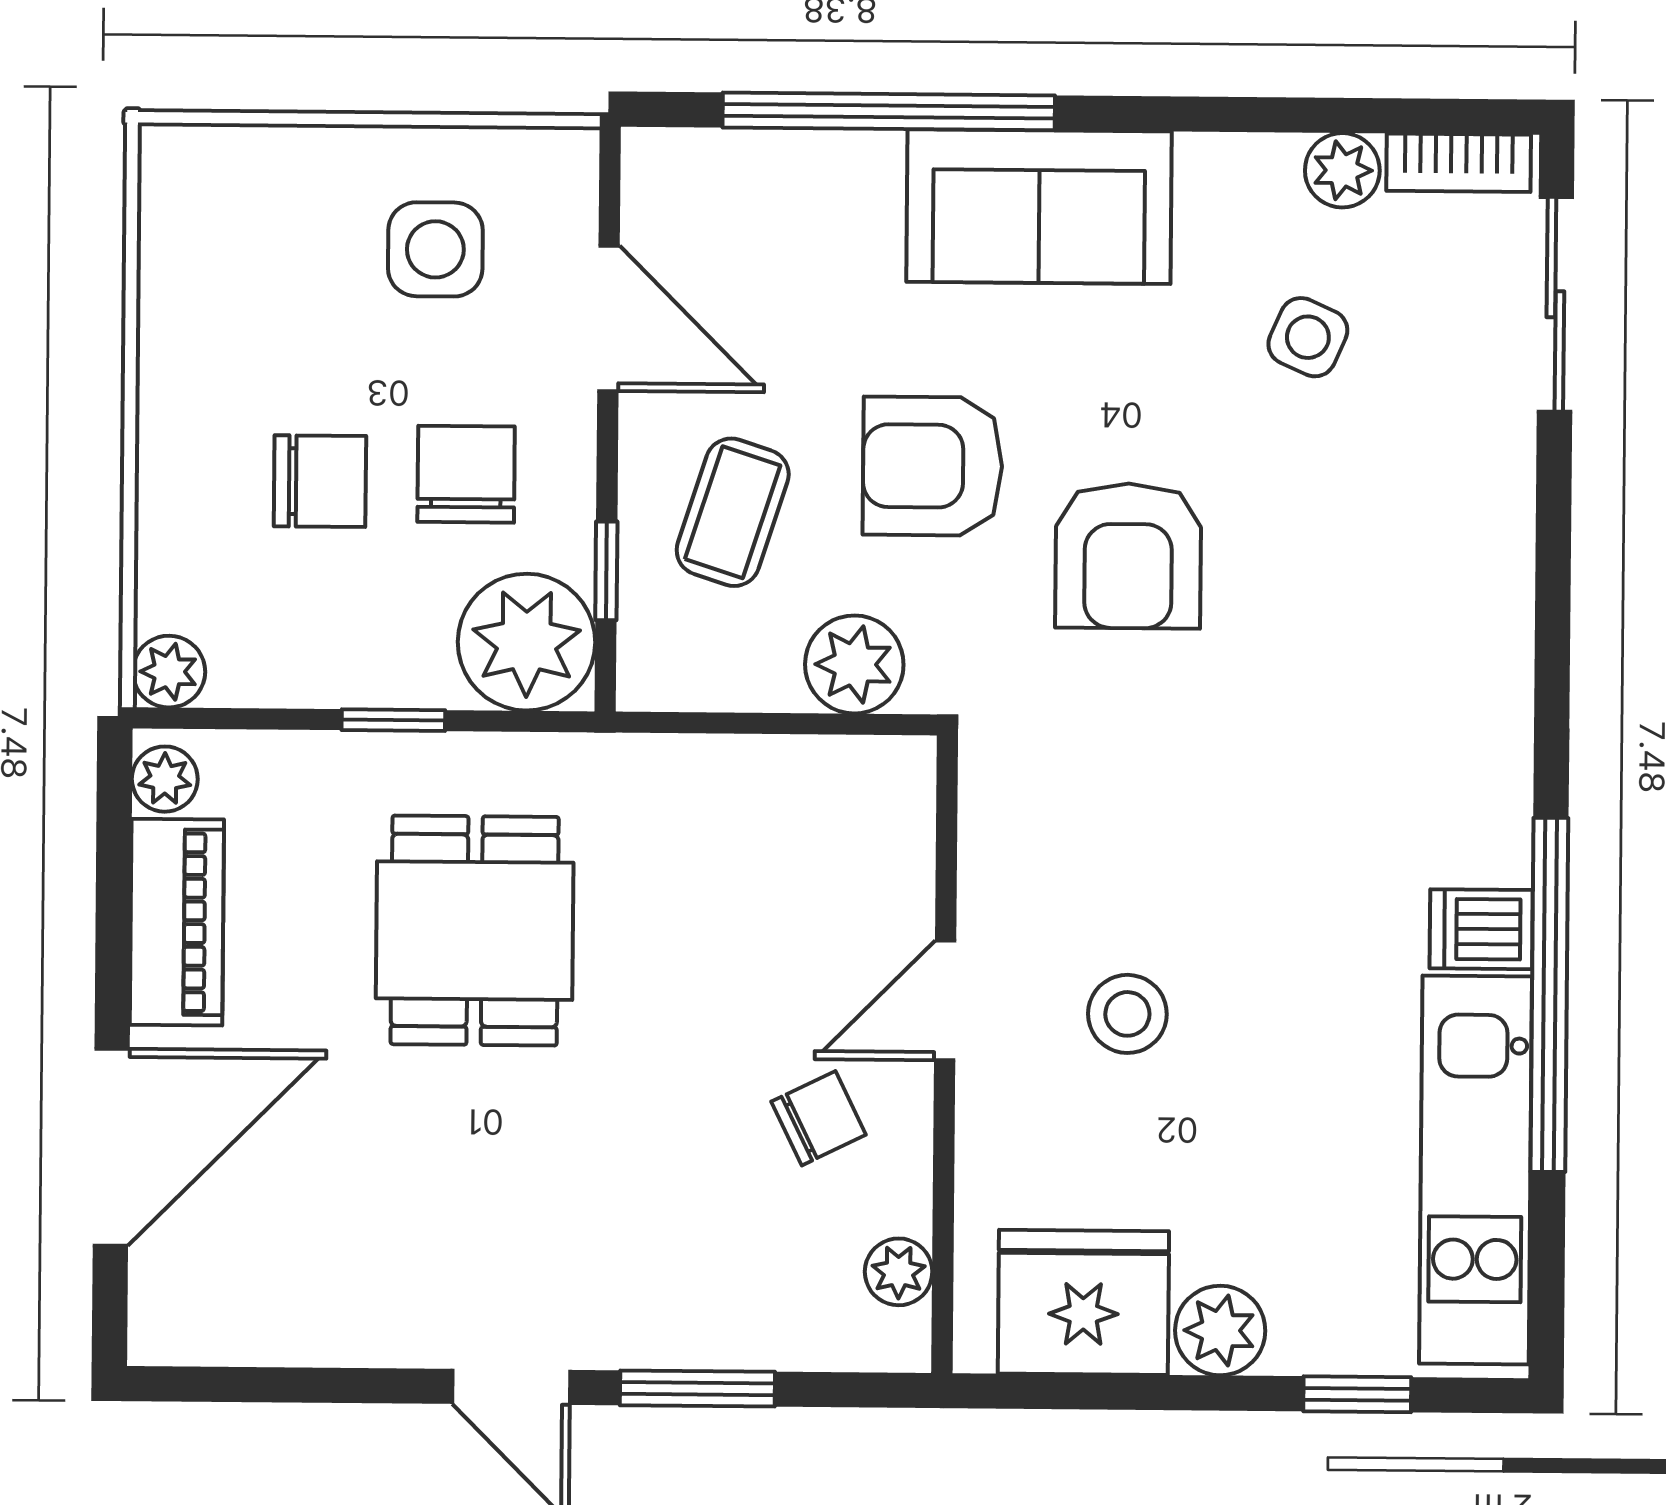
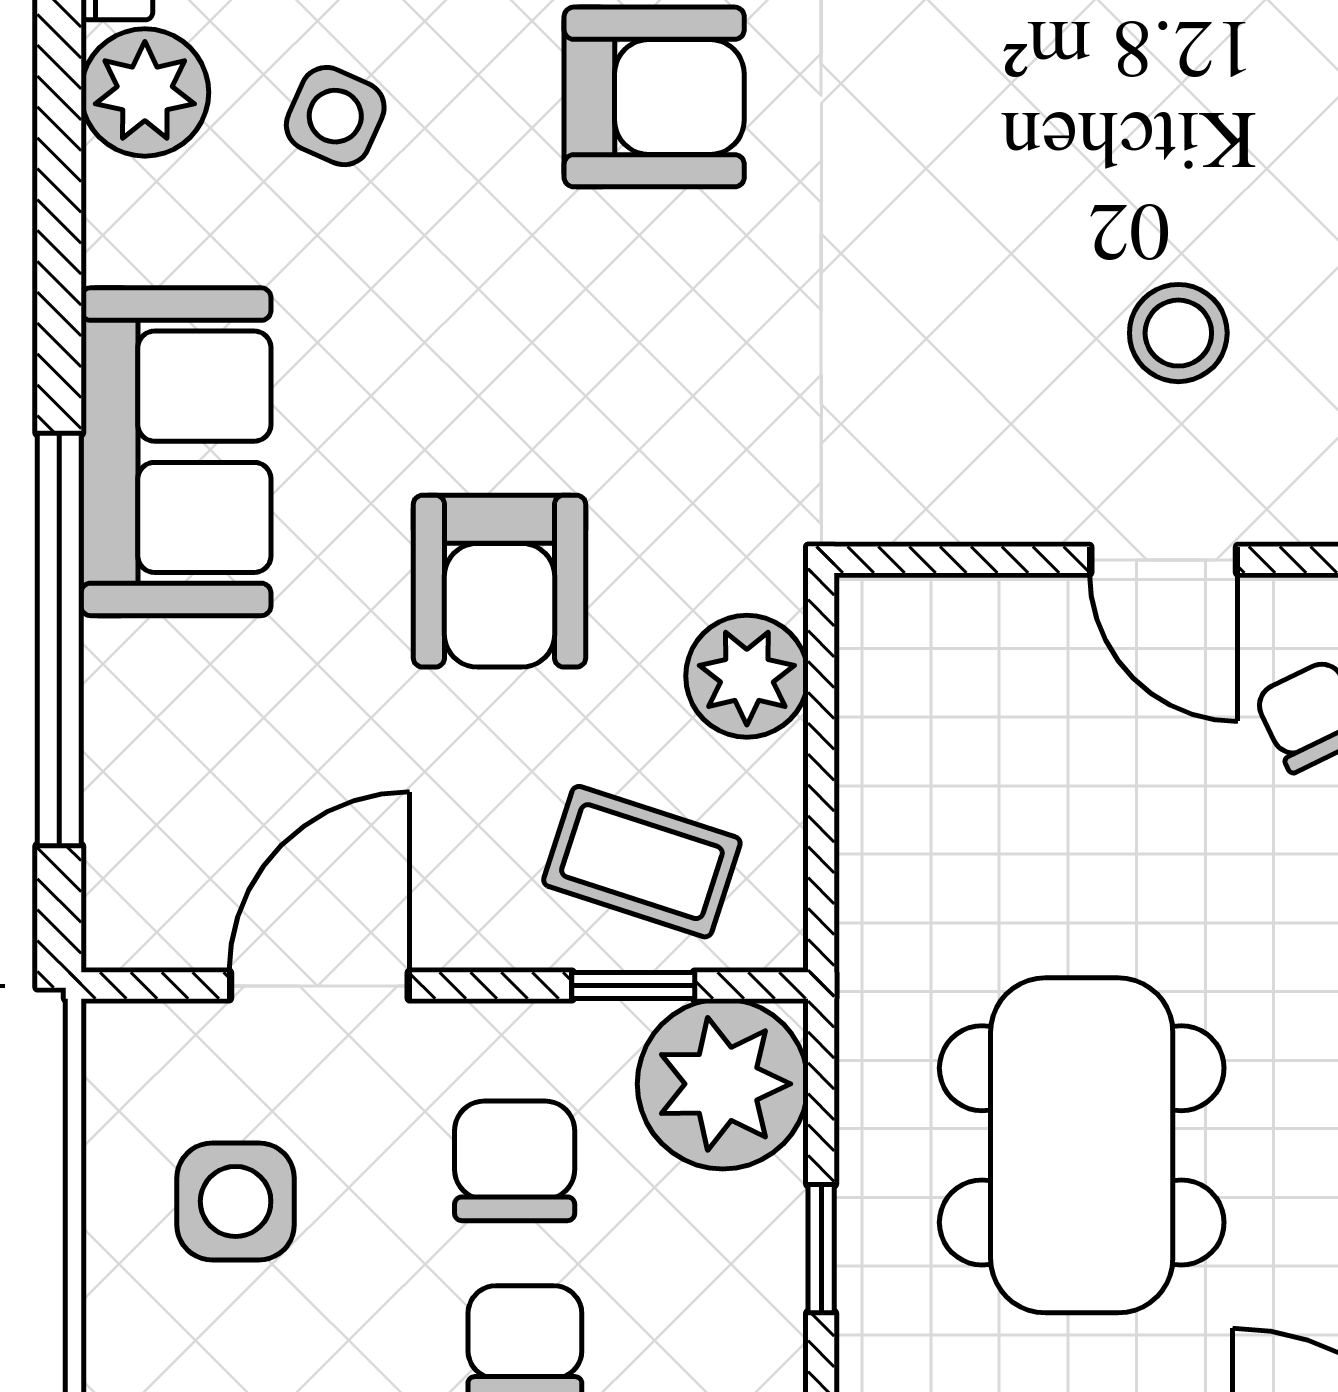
plant: (1342, 170) -> (145, 92), width x1.38, depth x1.38
chair: (466, 474) -> (515, 1161), turned 90
coffee table: (733, 512) -> (642, 862), moved
armchair: (1128, 556) -> (654, 97), moved
dining table: (475, 931) -> (1082, 1145), width x1.38

